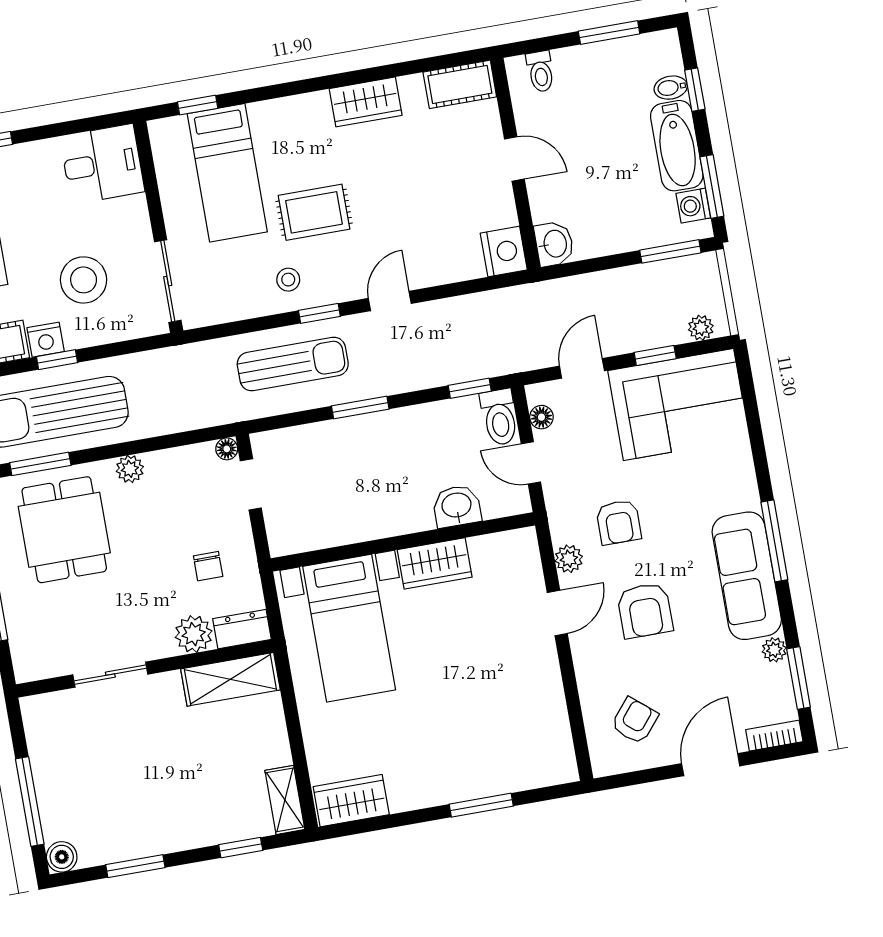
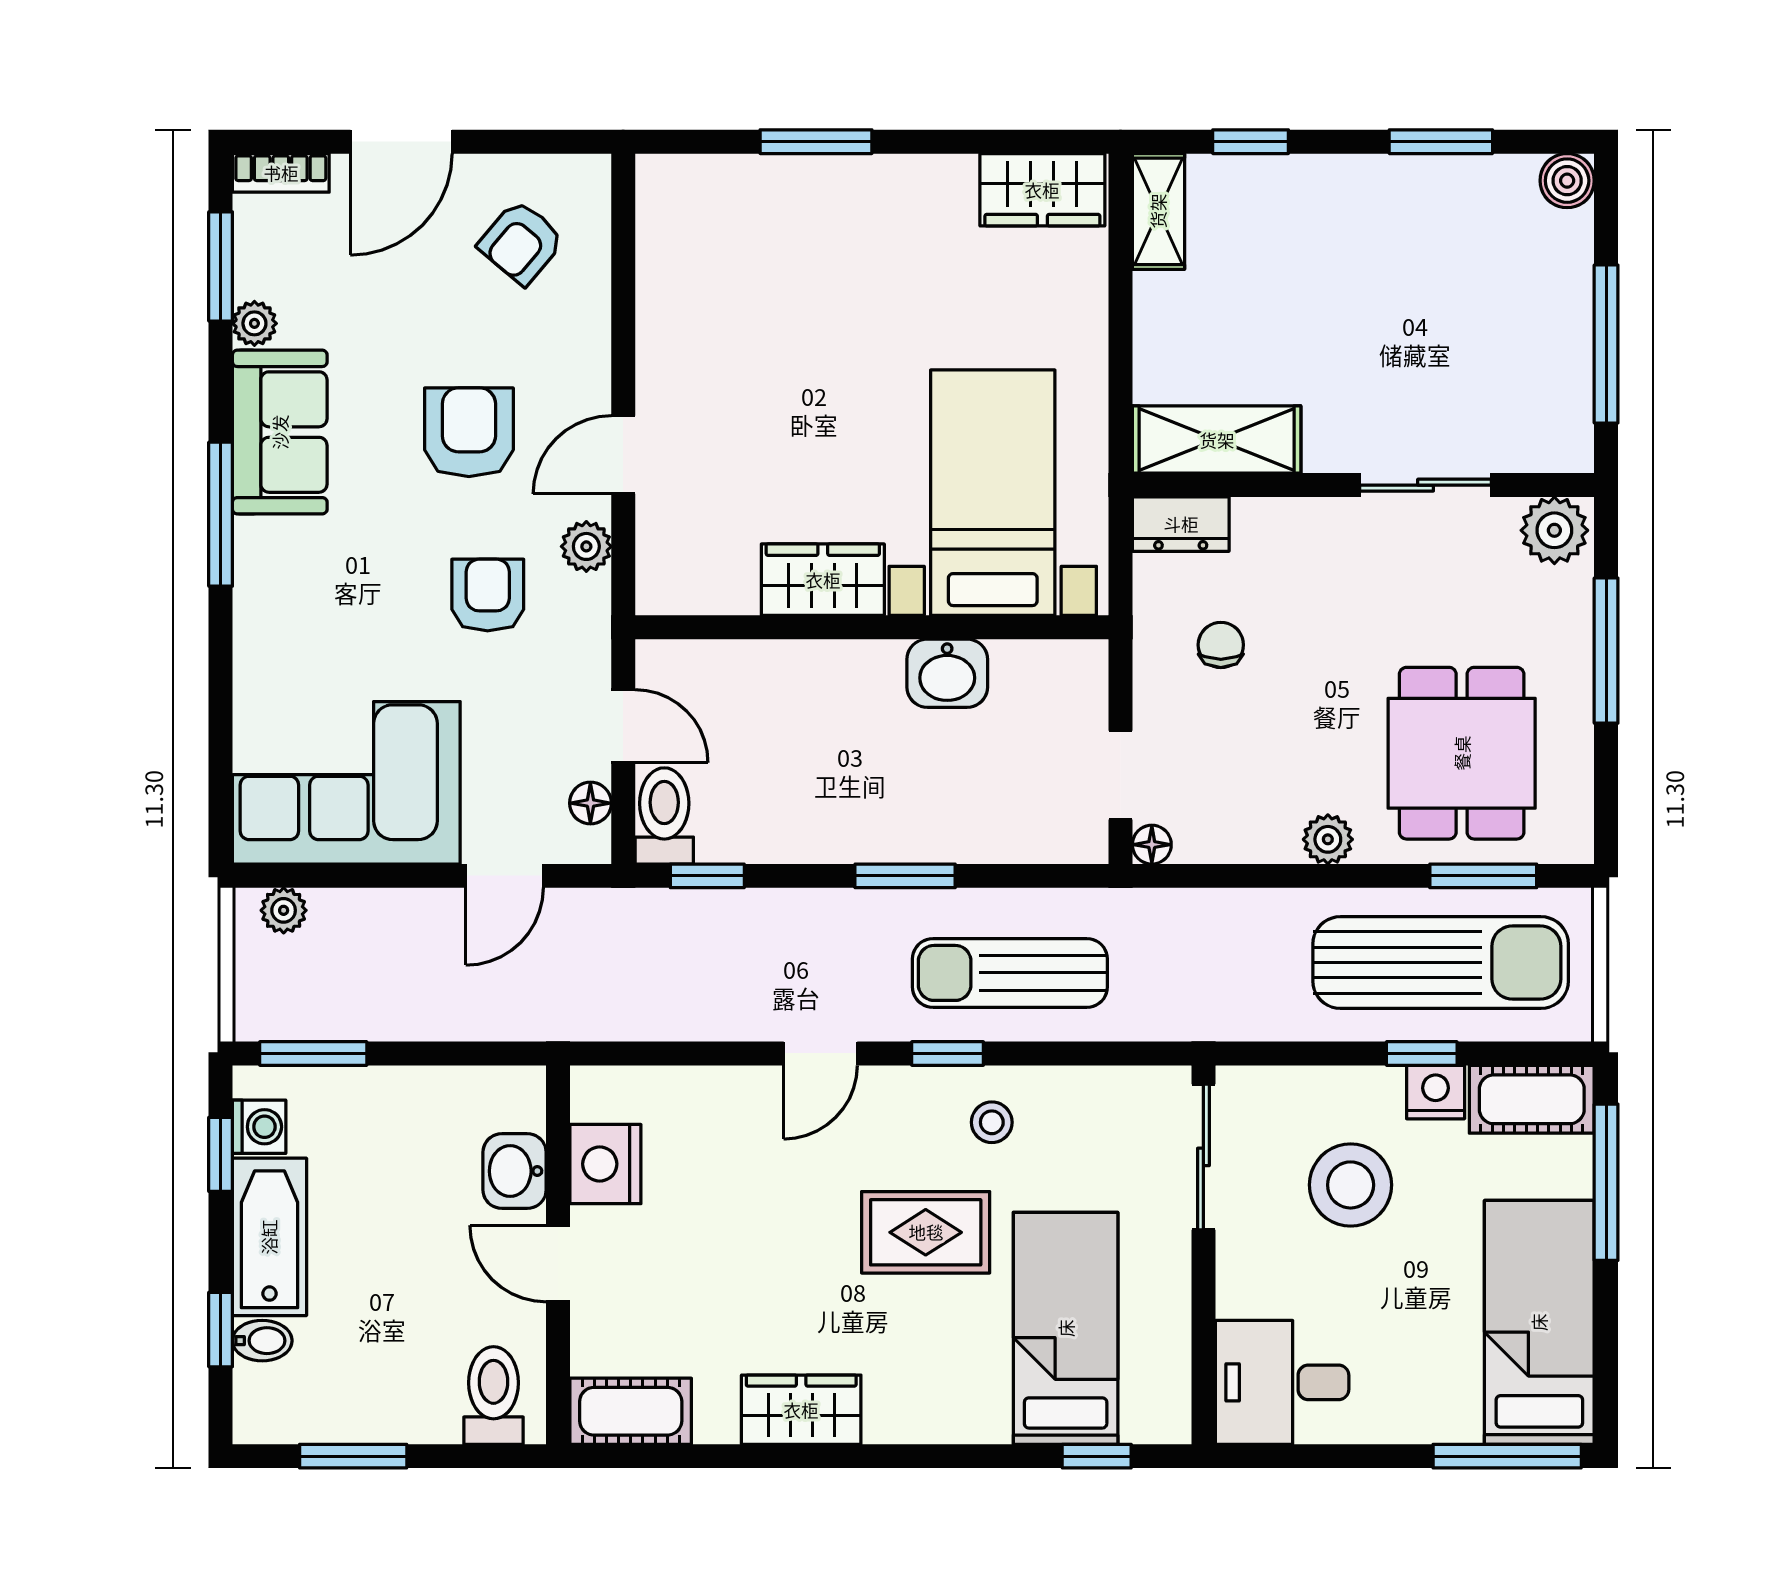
toilet: (540, 71) -> (493, 1395), width x1.37, depth x1.39
window: (712, 187) -> (221, 1154), width x0.67
washbasin: (554, 244) -> (515, 1171), moved
nightstand: (504, 251) -> (605, 1164), moved
window: (655, 355) -> (372, 876), removed
washbasin: (457, 506) -> (947, 673), moved
sofa: (747, 576) -> (280, 432), width x0.73
plant: (194, 634) -> (1554, 530), moved
window: (30, 802) -> (1606, 344), moved

